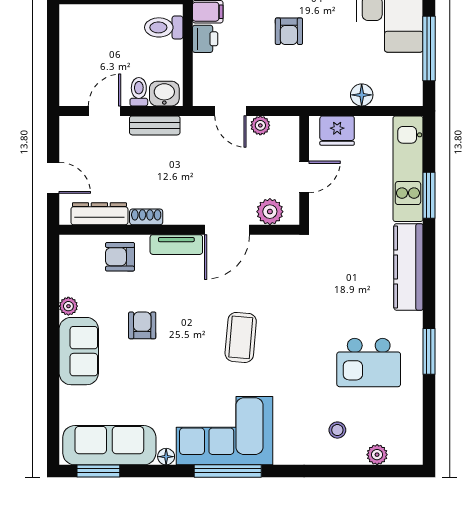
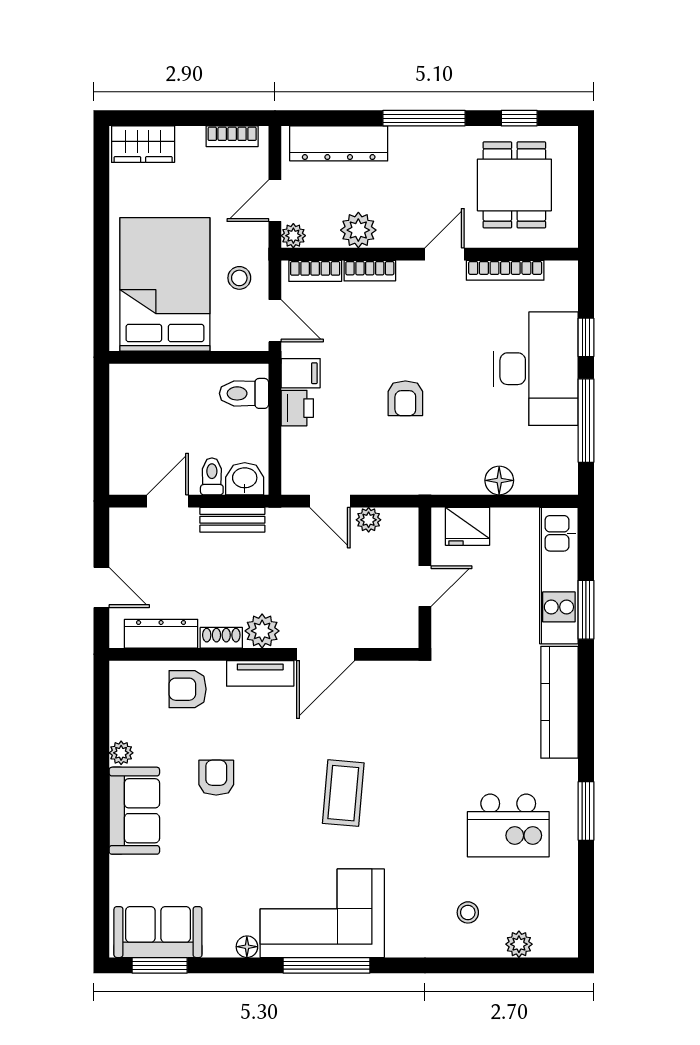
plant: (270, 212) -> (262, 631), moved
sofa: (109, 445) -> (158, 932), width x0.73

